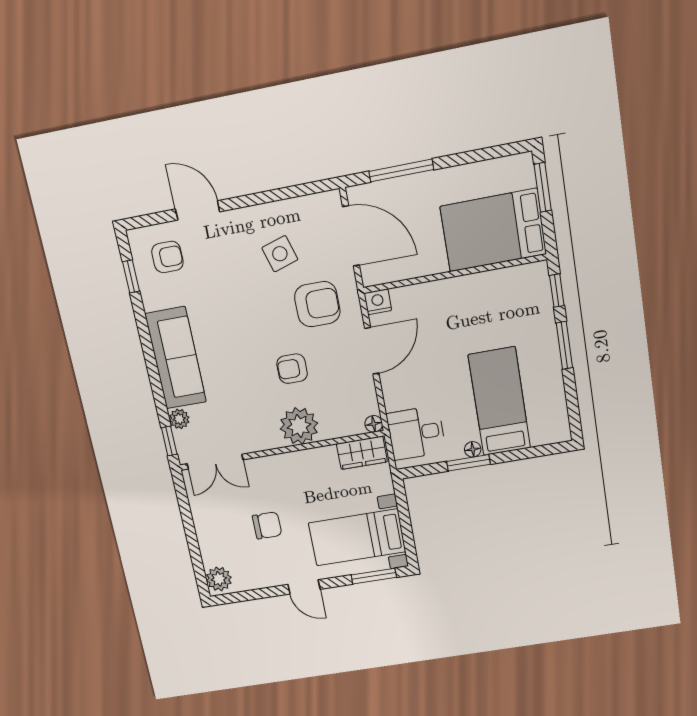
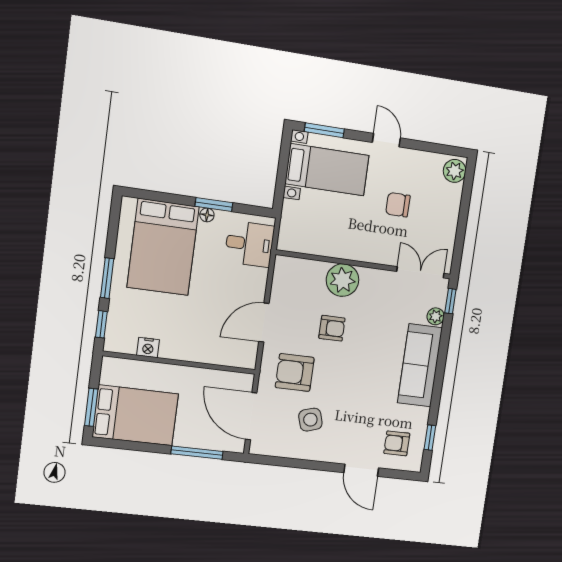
bed: (493, 230) -> (135, 415), moved
nightstand: (378, 302) -> (148, 347), moved
bed: (499, 402) -> (163, 247), width x1.50
floor lamp: (374, 424) -> (282, 263), removed
wardrobe: (362, 453) -> (299, 241), removed

